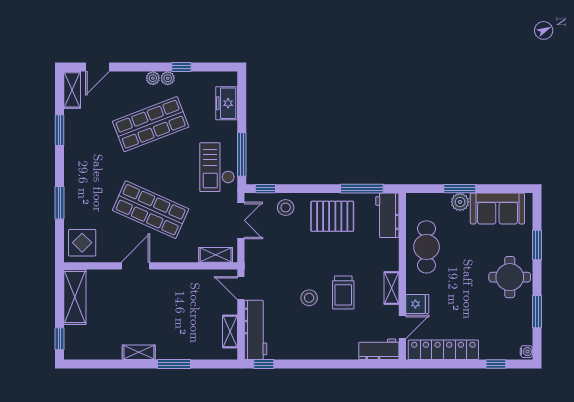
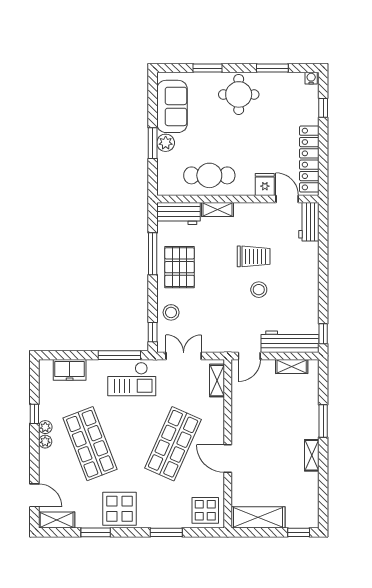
display table: (84, 154) -> (119, 509), added
window: (362, 189) -> (153, 254), moved
shelving: (392, 288) -> (217, 209), moved

